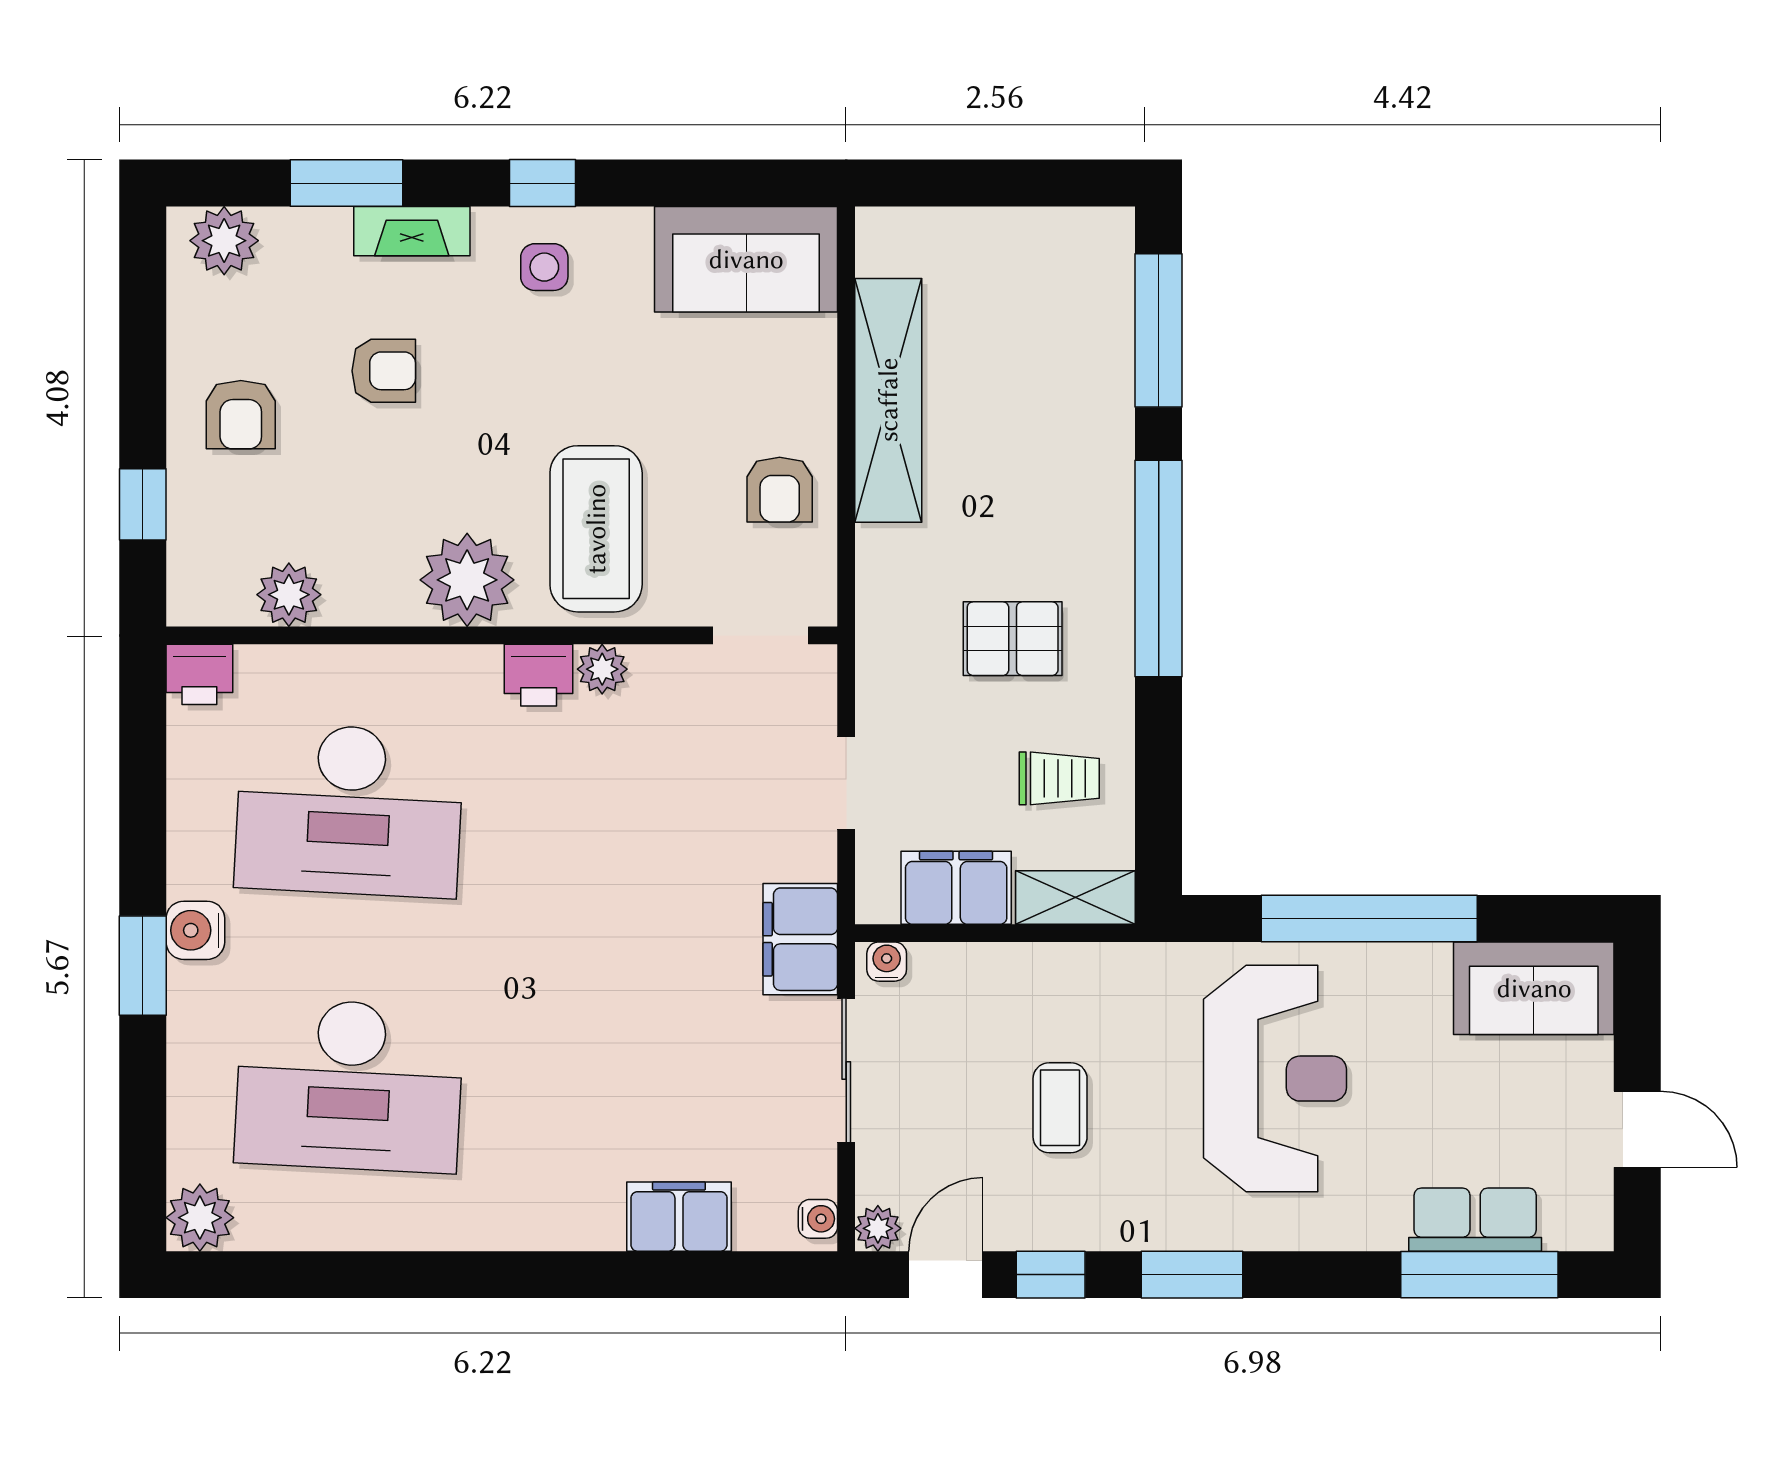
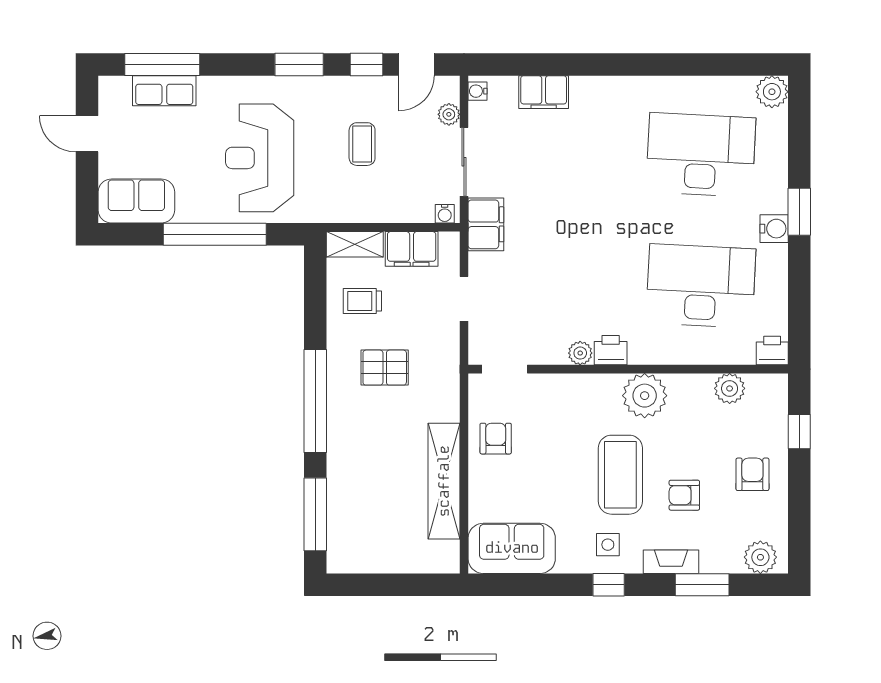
coffee table: (596, 529) -> (620, 475), moved
plant: (878, 1228) -> (449, 114), moved

